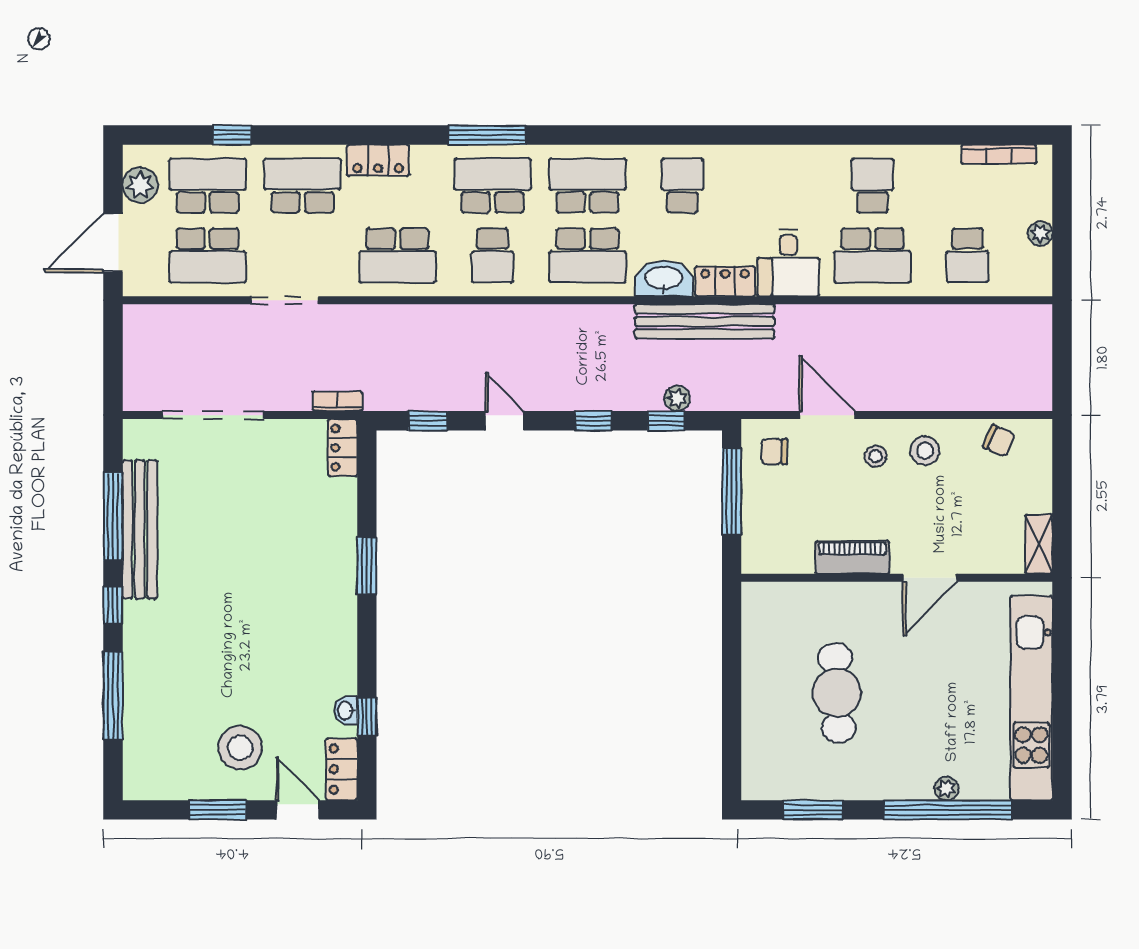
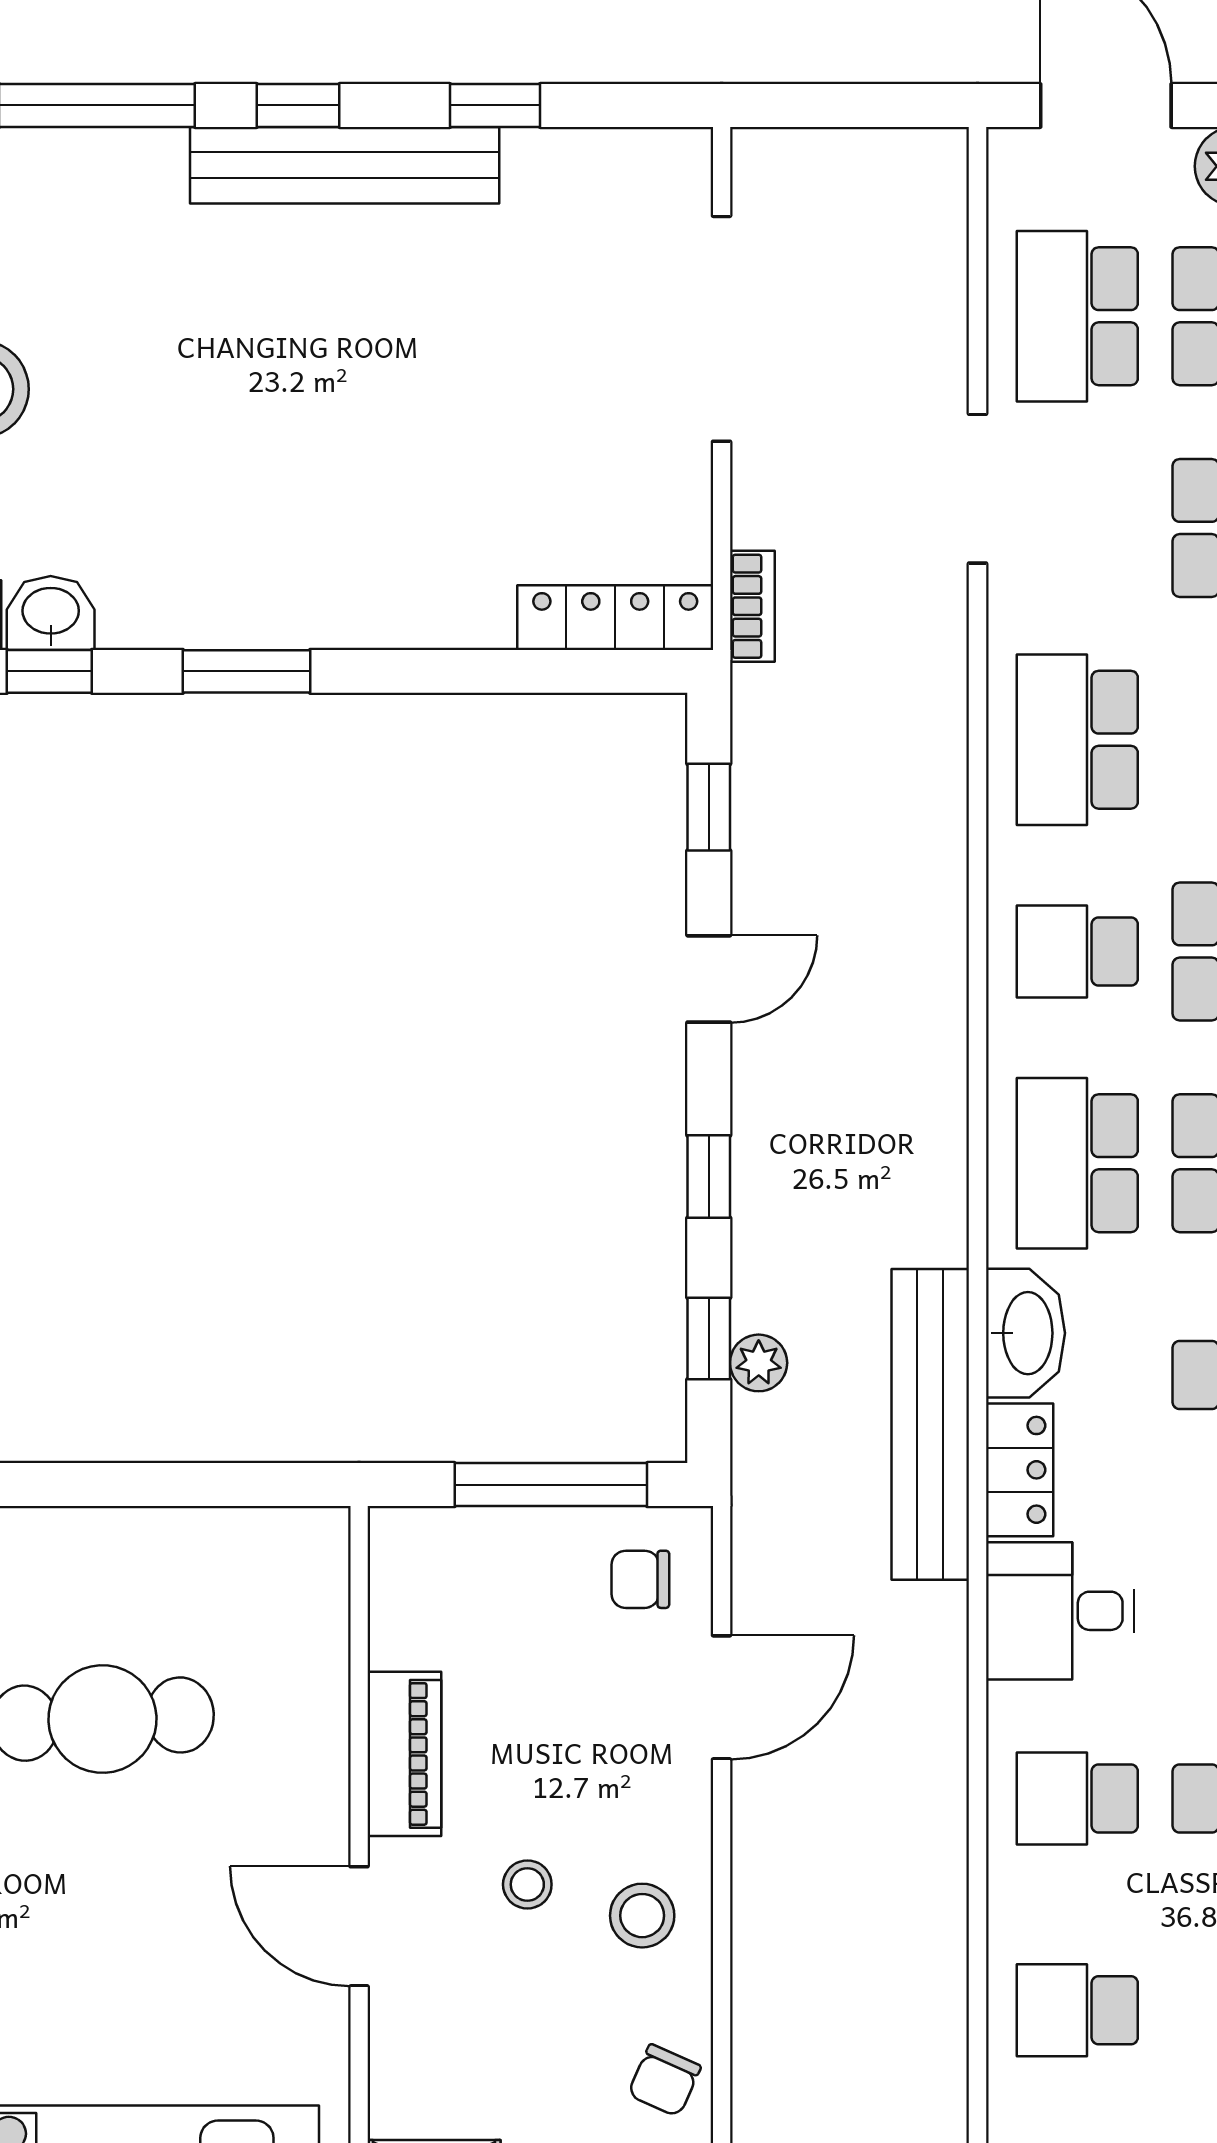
school desk: (872, 255) -> (1077, 1798), width x0.54
locker: (343, 448) -> (615, 618), width x1.53
chair: (774, 451) -> (640, 1579), turned -90
stool: (876, 456) -> (527, 1884), moved
window: (113, 517) -> (495, 105), width x0.46
bench: (140, 529) -> (345, 165), moved
window: (367, 566) -> (246, 671), moved
washbasin: (346, 711) -> (51, 613), width x1.38, depth x1.45

